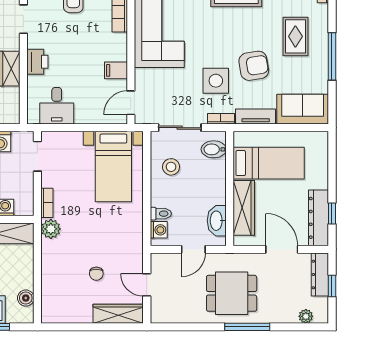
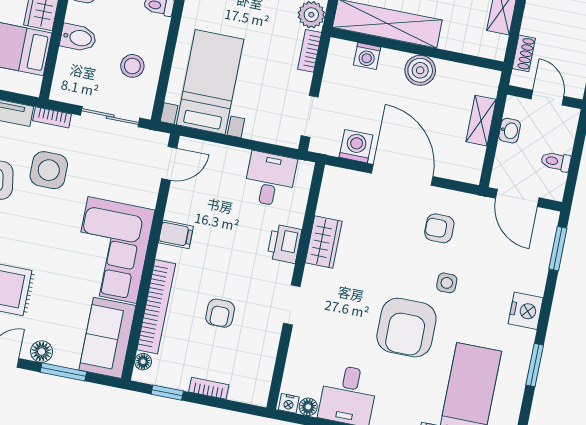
filing cabinet: (116, 70) -> (176, 234), moved
bidet: (214, 149) -> (78, 38), moved

